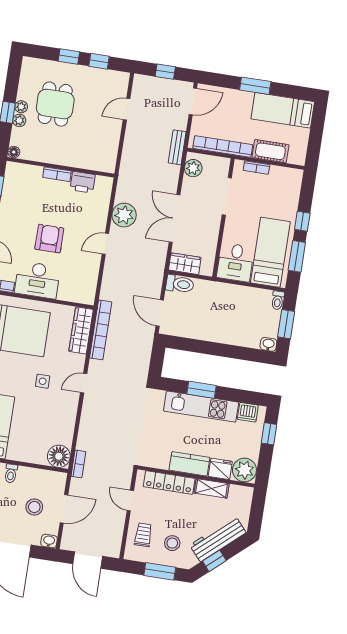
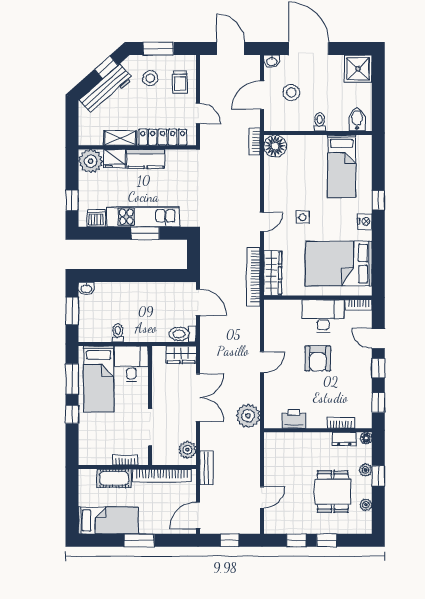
plant: (21, 107) -> (366, 505), moved
dresser: (36, 155) -> (344, 439), added
bookcase: (57, 174) -> (341, 423), moved
plant: (124, 215) -> (248, 416), moved
toilet: (278, 300) -> (118, 333), moved

